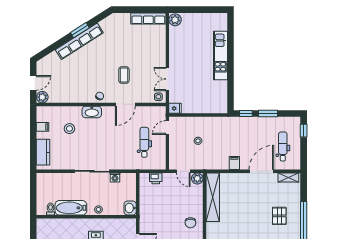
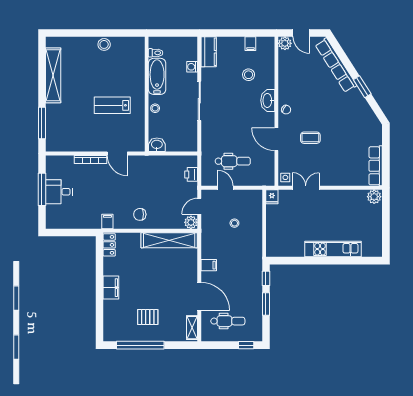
row of seats: (79, 41) -> (336, 65), moved
door: (167, 128) -> (225, 188), moved
kitchen counter: (43, 152) -> (209, 52), moved, turned -90
washing machine: (115, 177) -> (192, 67), moved

